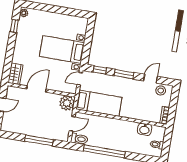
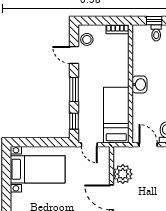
bed with nightstands: (62, 49) -> (38, 169), moved, turned -90
plant: (67, 103) -> (123, 174), moved
washbasin: (145, 129) -> (140, 84), moved
window: (166, 144) -> (154, 21), added

